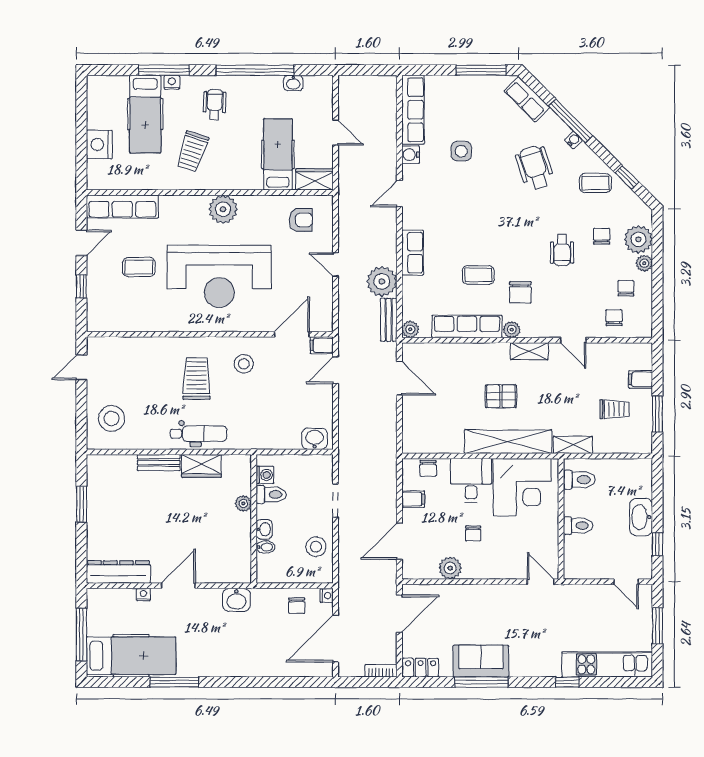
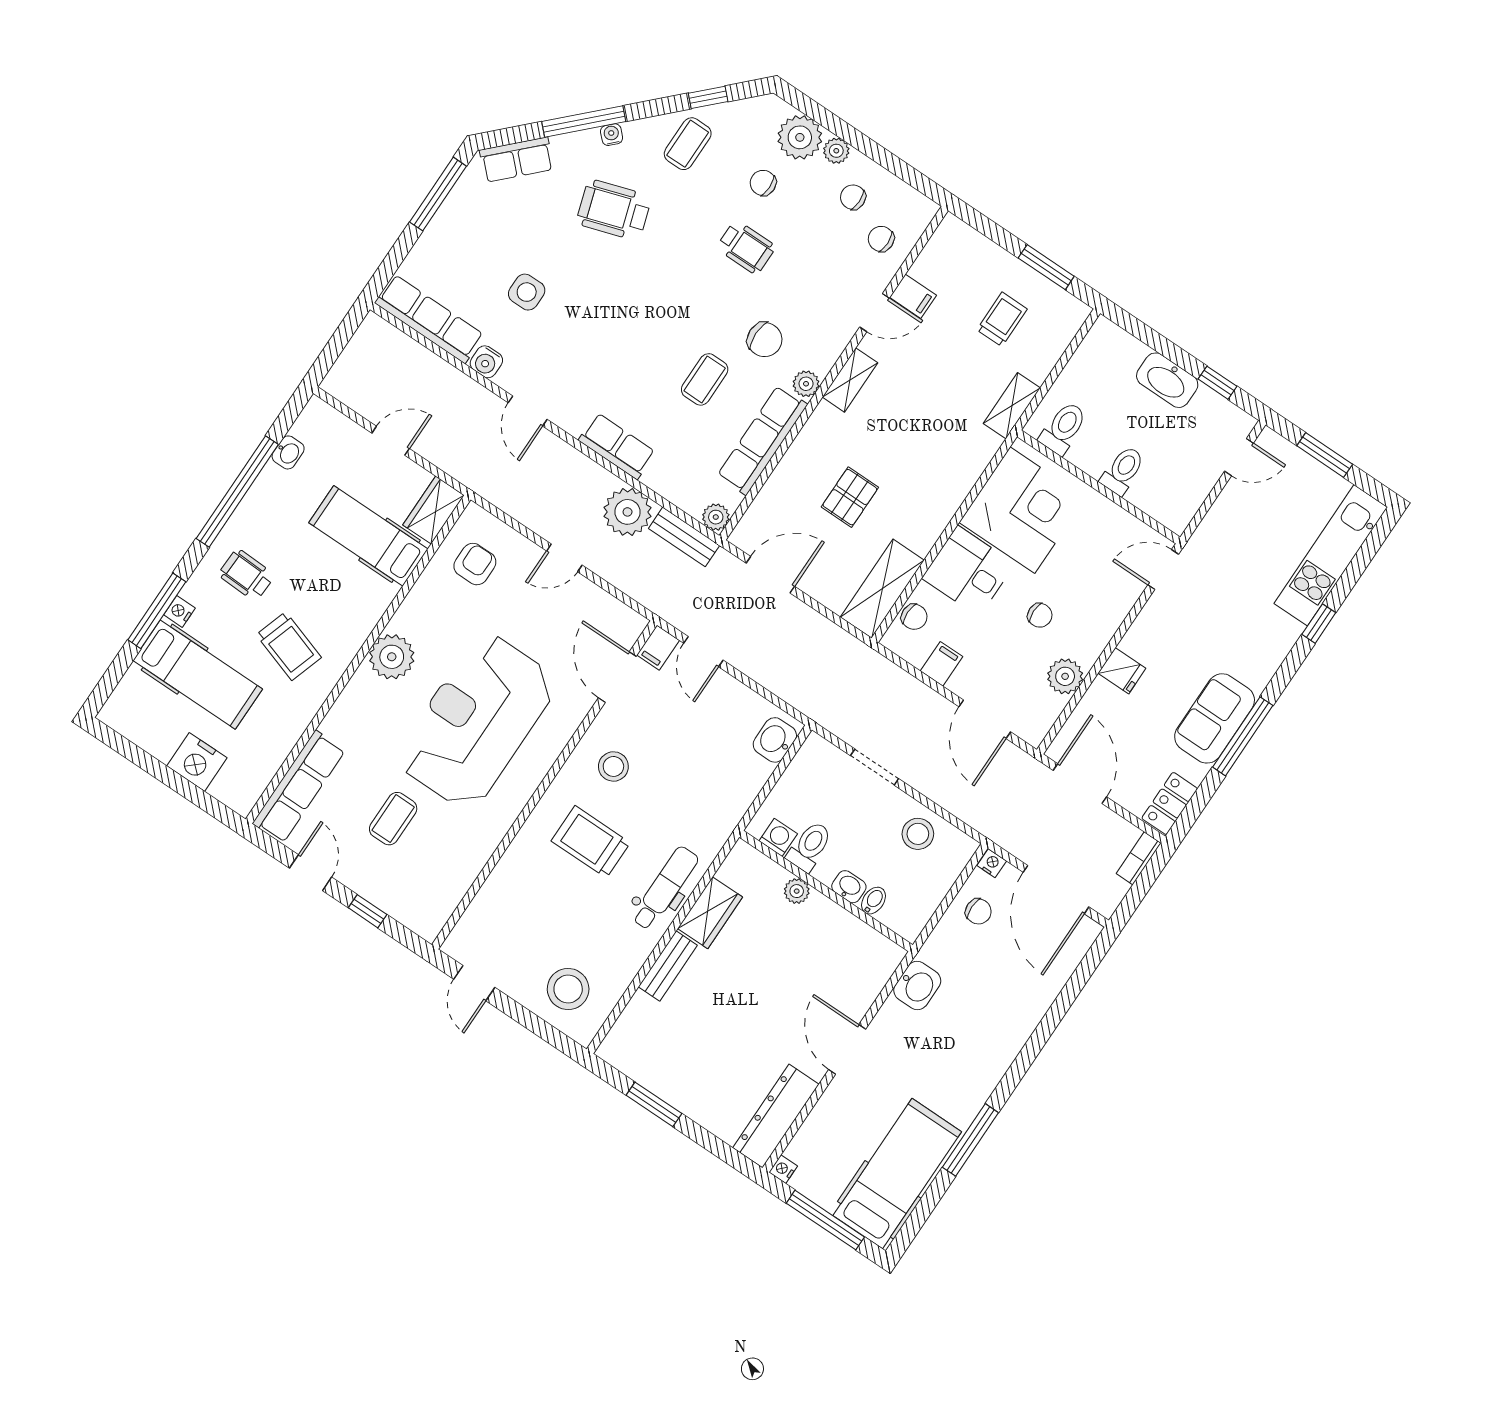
reception desk: (219, 276) -> (477, 721), turned 180
filing cabinet: (641, 379) -> (913, 296), moved, turned -90
pallet: (501, 396) -> (850, 497), moved
shelving: (508, 442) -> (882, 589), moved, width x0.68
nightstand: (143, 594) -> (783, 1169), moved
fridge: (473, 596) -> (1122, 671), added

